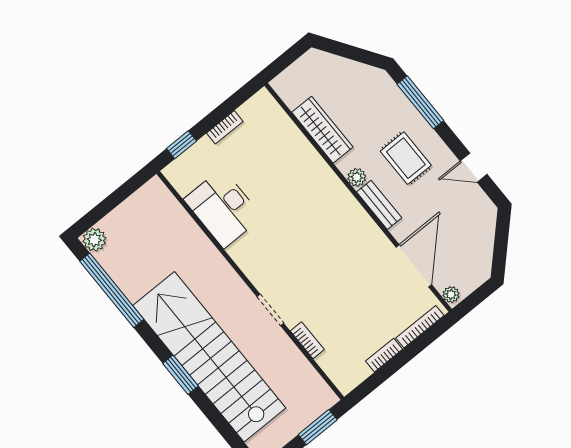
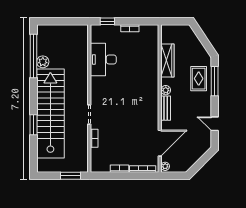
rug: (406, 158) -> (199, 79), moved
plant: (94, 240) -> (43, 62), moved
window: (181, 375) -> (33, 125), moved

